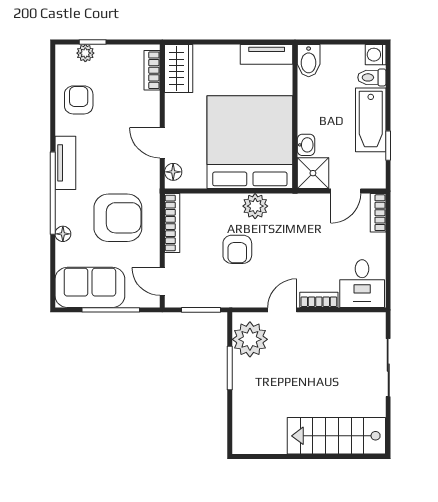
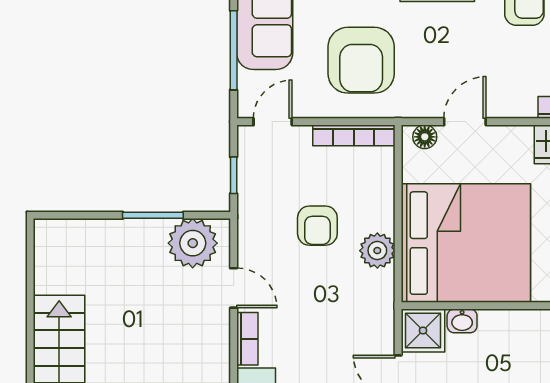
armchair: (237, 249) -> (317, 226), turned -90
window: (201, 310) -> (234, 175), width x0.67

